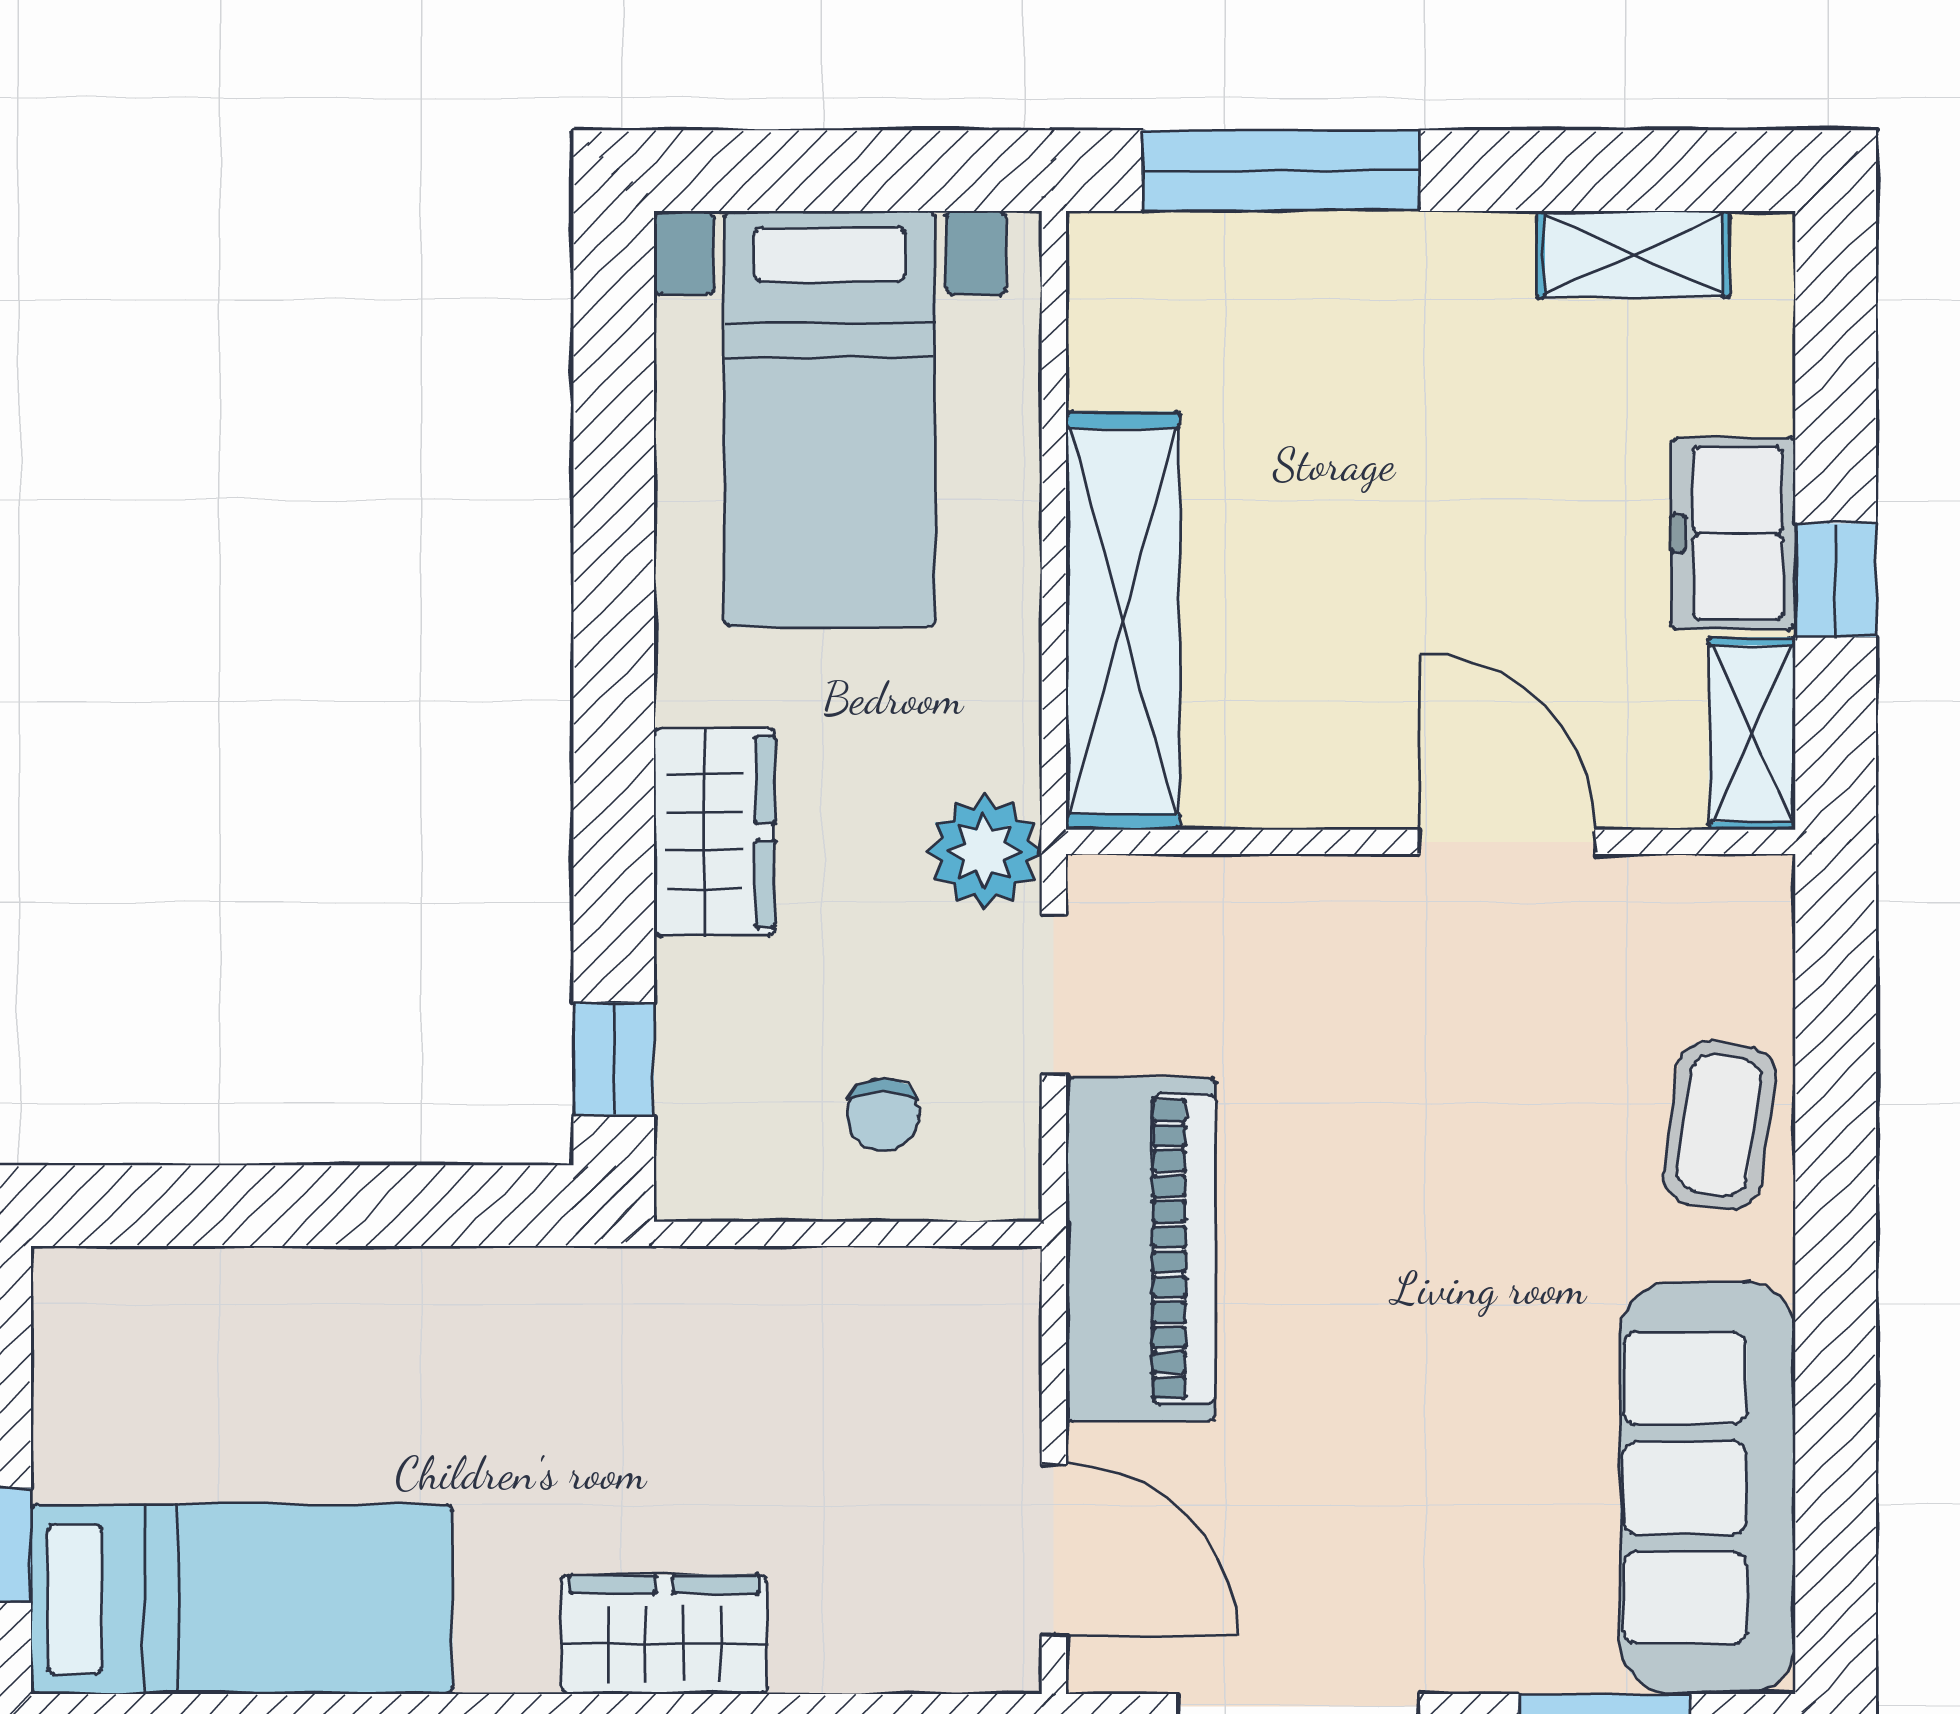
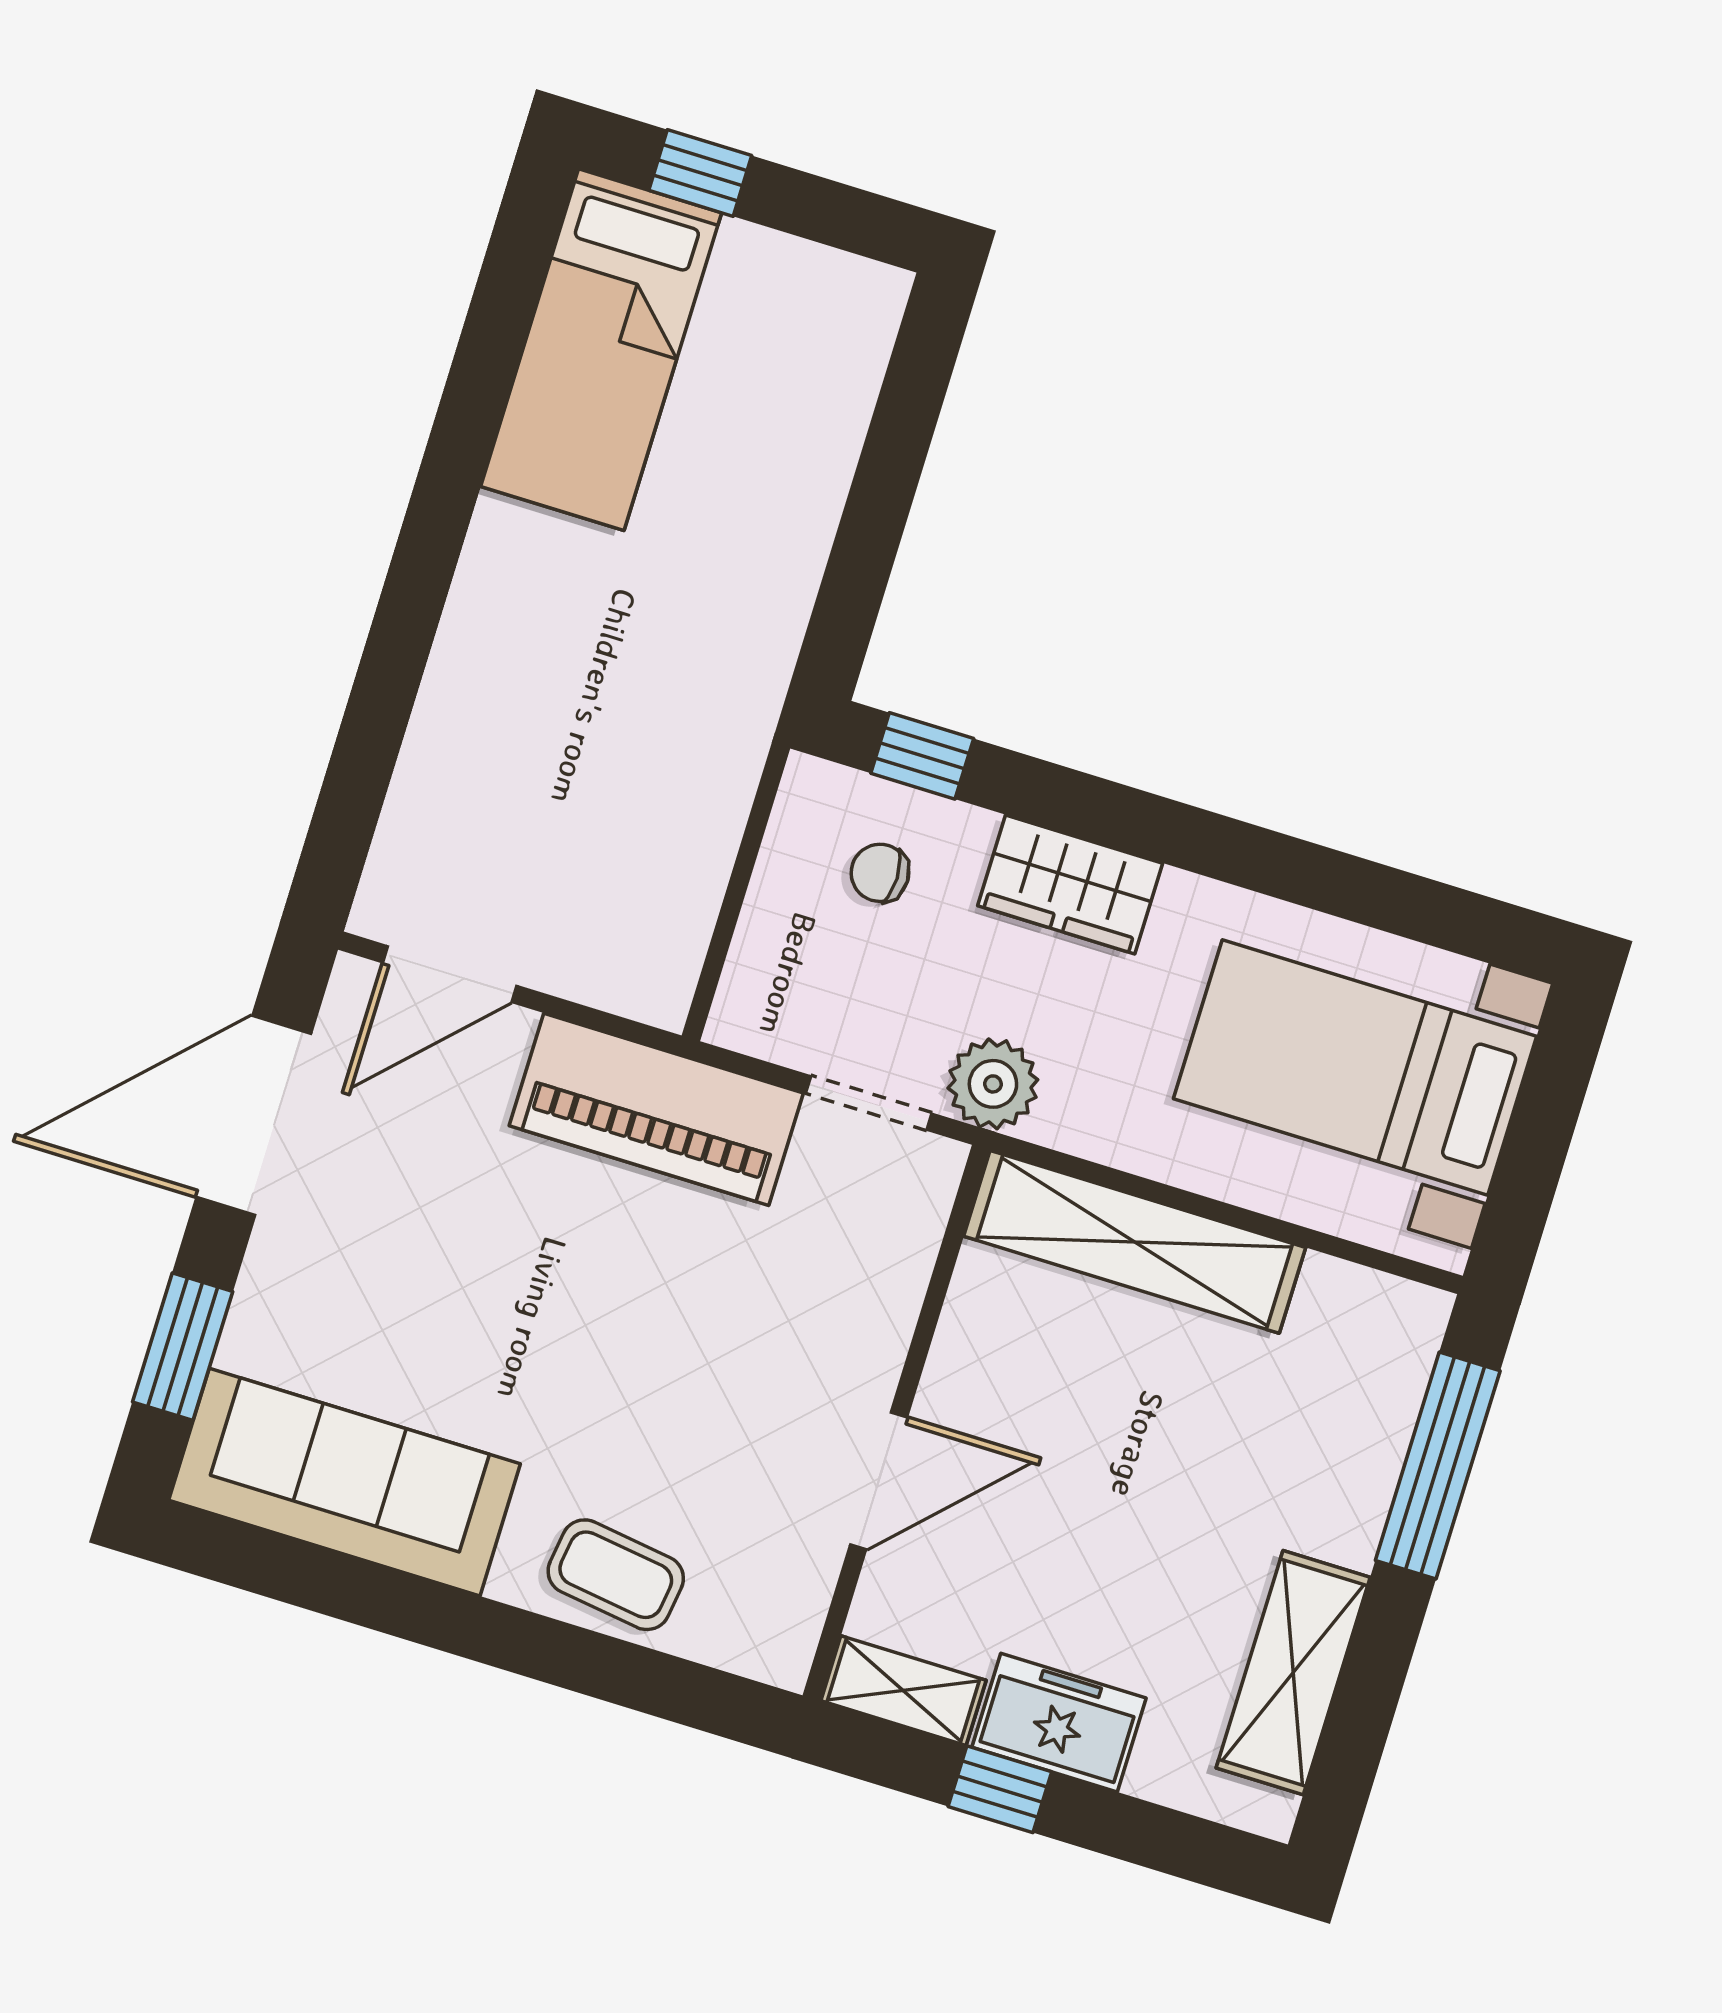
shelving: (1633, 254) -> (1293, 1673), width x1.50, depth x1.33
chair: (883, 1115) -> (880, 873), moved
wardrobe: (664, 1634) -> (476, 660), removed

